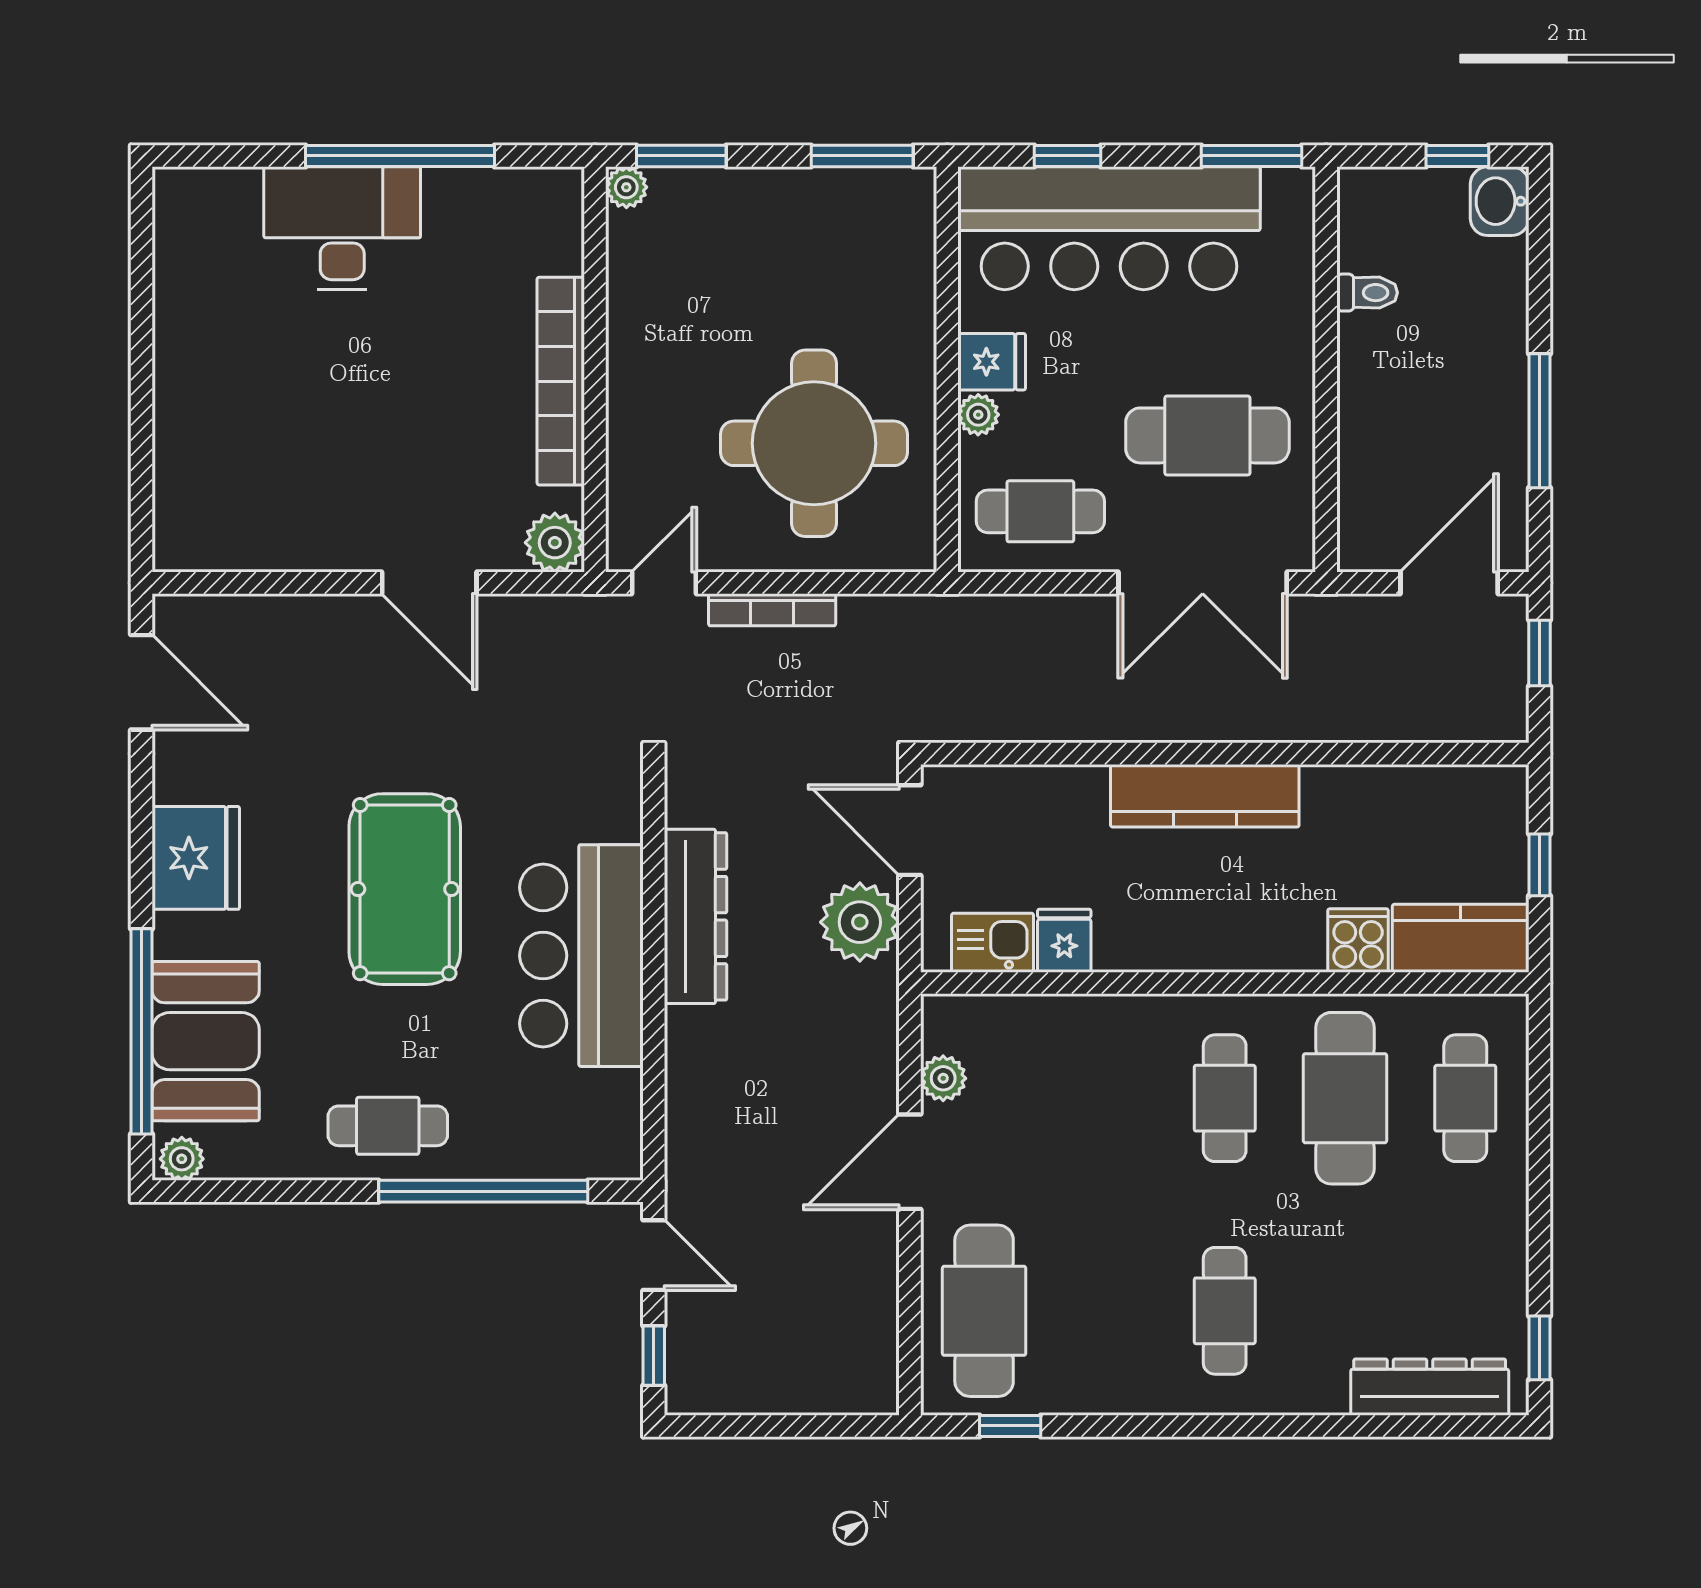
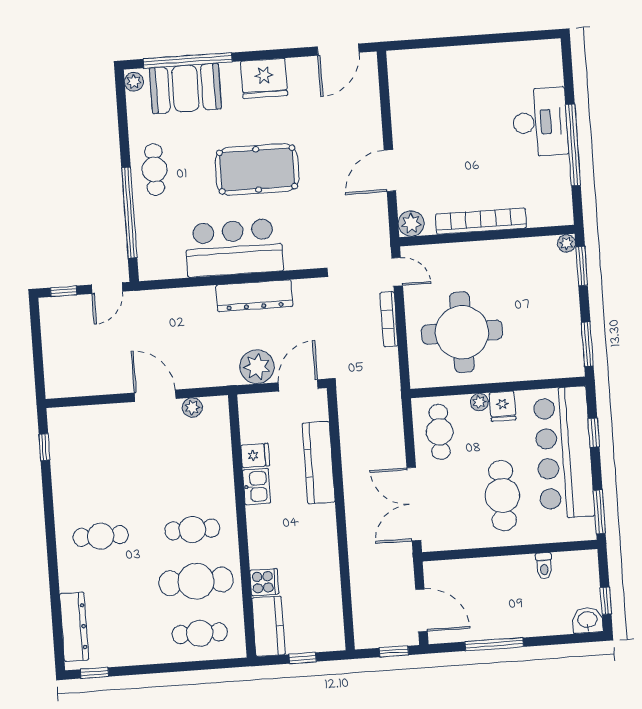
cafe table: (1207, 435) -> (502, 496), moved
kitchen counter: (1205, 796) -> (319, 463), moved
kitchen sink: (993, 943) -> (257, 486), moved
cafe table: (984, 1311) -> (93, 432), removed

